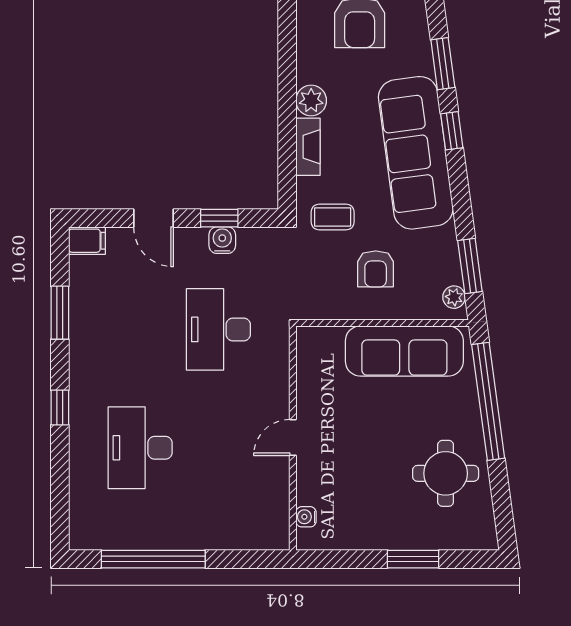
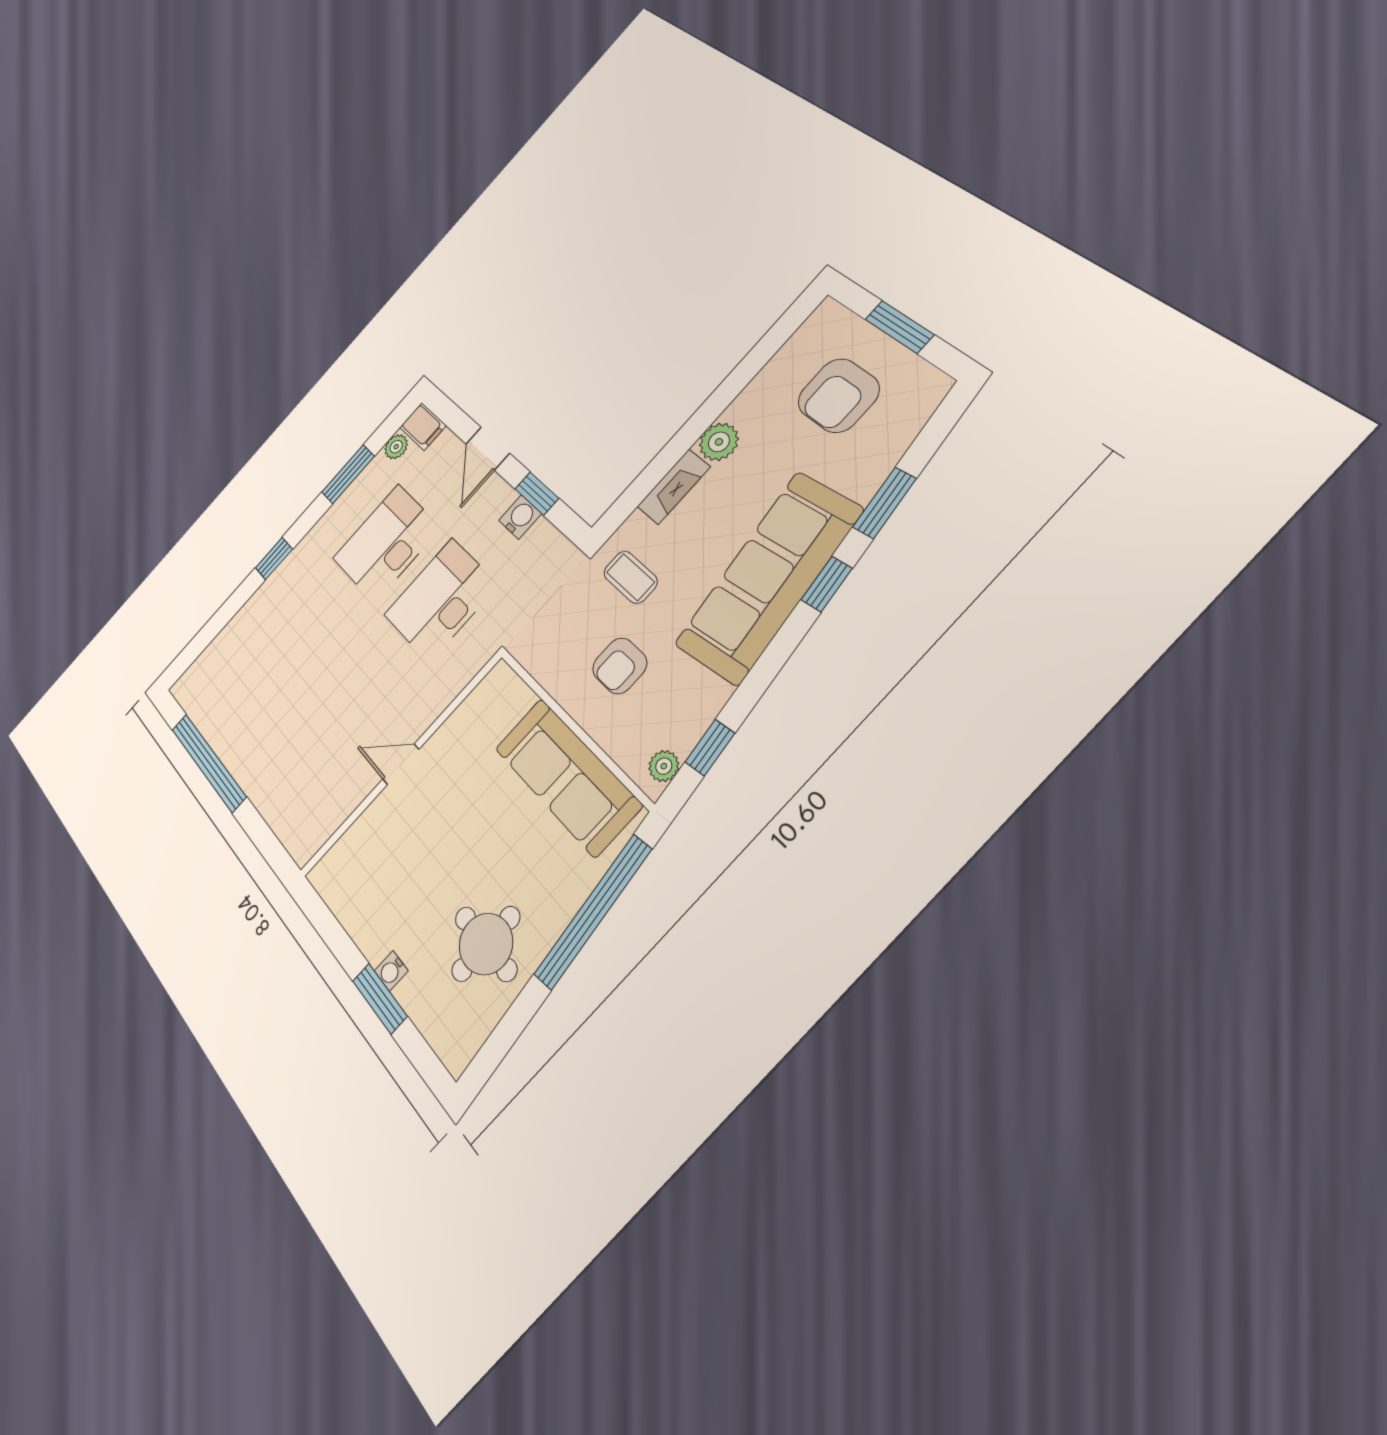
window: (470, 266) -> (710, 748), width x0.67
plant: (80, 268) -> (396, 447), added
desk: (140, 448) -> (386, 543), moved
water cooler: (306, 517) -> (391, 971), moved, turned -90

